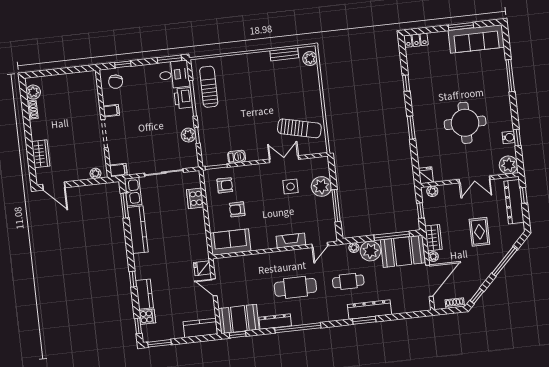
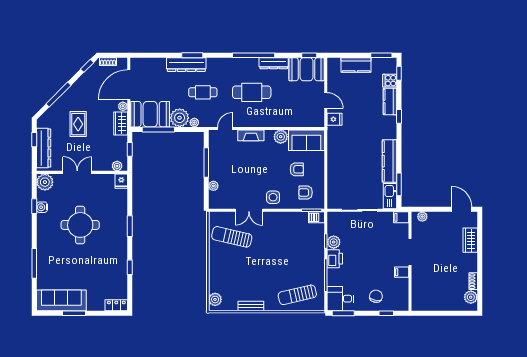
bench: (284, 54) -> (251, 306), moved
chair: (116, 82) -> (376, 296), moved
sun lounger: (209, 87) -> (297, 295), moved, turned 77
printer: (183, 98) -> (335, 259), moved
barbecue: (237, 157) -> (316, 217), moved
plant: (321, 186) -> (213, 186), width x0.53, depth x0.53
side table: (290, 187) -> (273, 197), moved
window: (524, 195) -> (34, 140), moved
cooker: (195, 198) -> (334, 184), removed
plant: (259, 243) -> (281, 137), added
kitchen counter: (200, 328) -> (356, 65), moved

